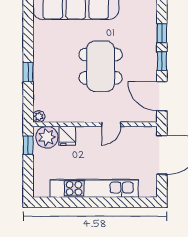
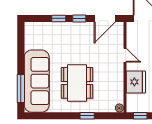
dining table: (101, 66) -> (77, 83), moved, turned 90
fridge: (67, 136) -> (136, 82), width x1.88, depth x1.34
plant: (47, 137) -> (134, 102), removed

